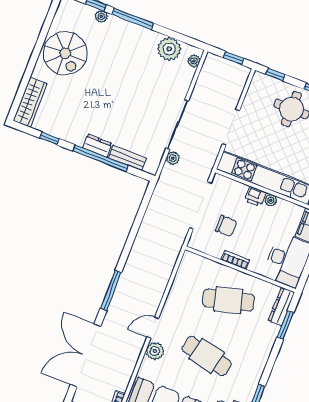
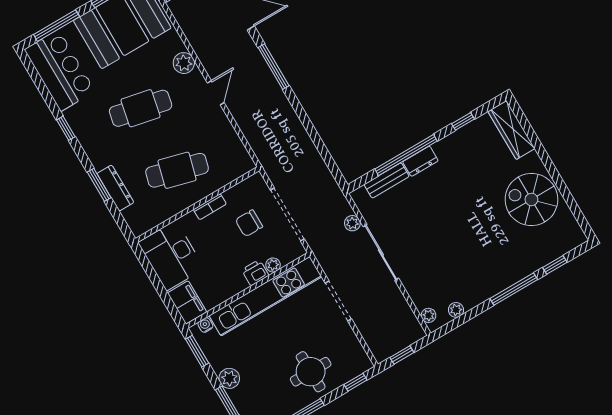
plant: (101, 16) -> (539, 261), removed
plant: (169, 49) -> (456, 310), width x0.53, depth x0.53
plant: (271, 200) -> (273, 265), moved
cafe table: (228, 300) -> (177, 170), turned 30
dresser: (281, 307) -> (115, 188), moved
window: (285, 325) -> (99, 185), moved
door: (153, 328) -> (216, 93), moved

